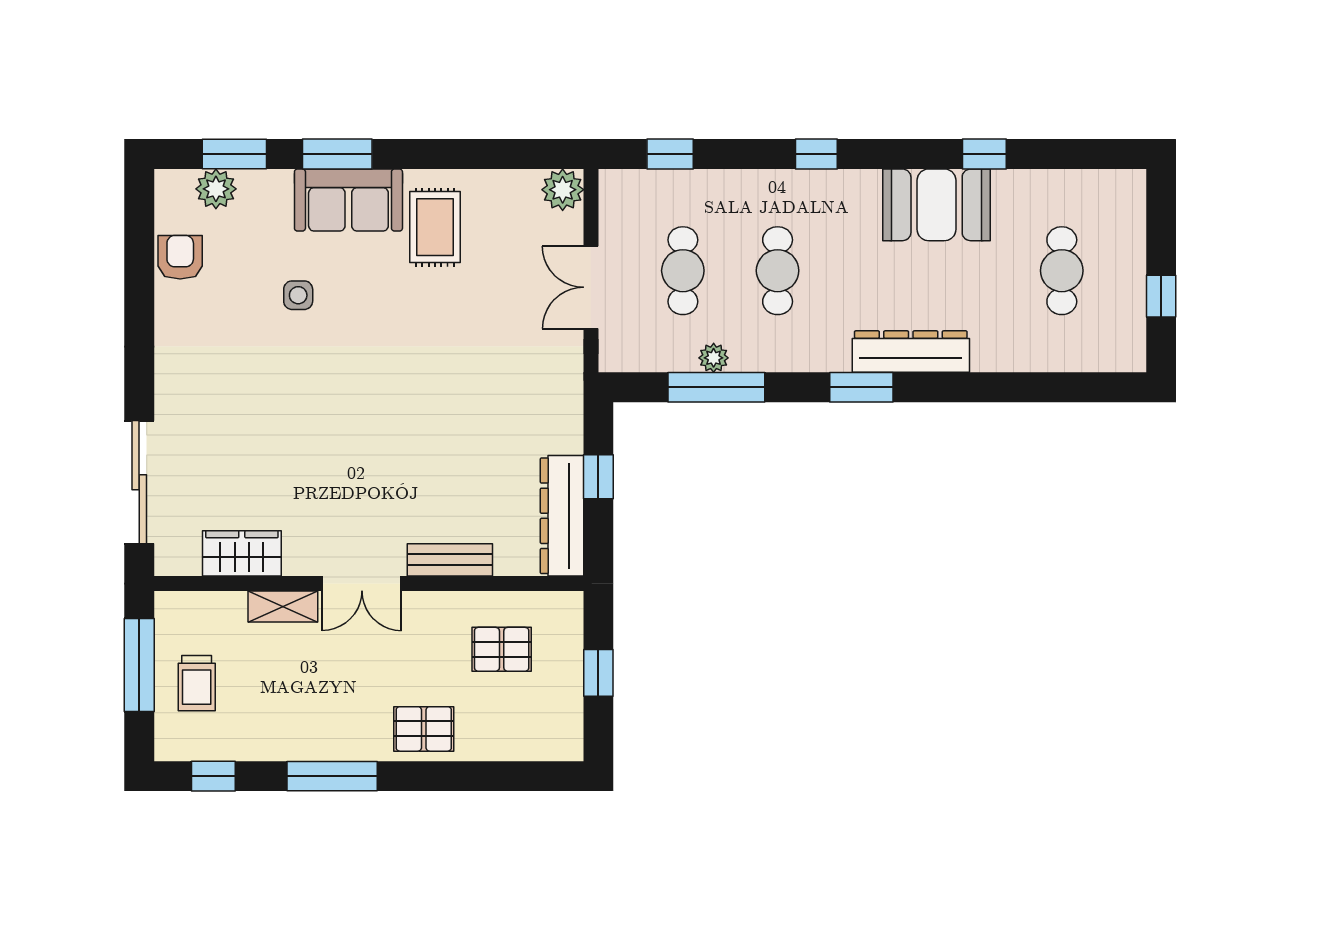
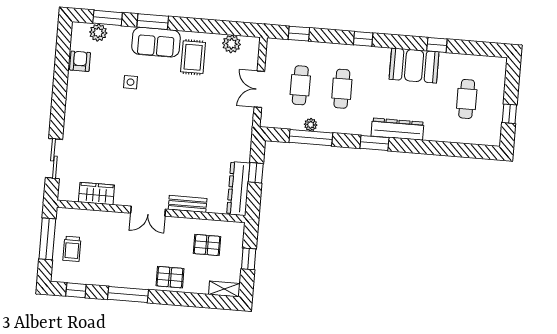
plant: (563, 190) -> (232, 44), moved
sliding door: (139, 482) -> (54, 159), width x0.73
shelving: (283, 607) -> (224, 289), moved

